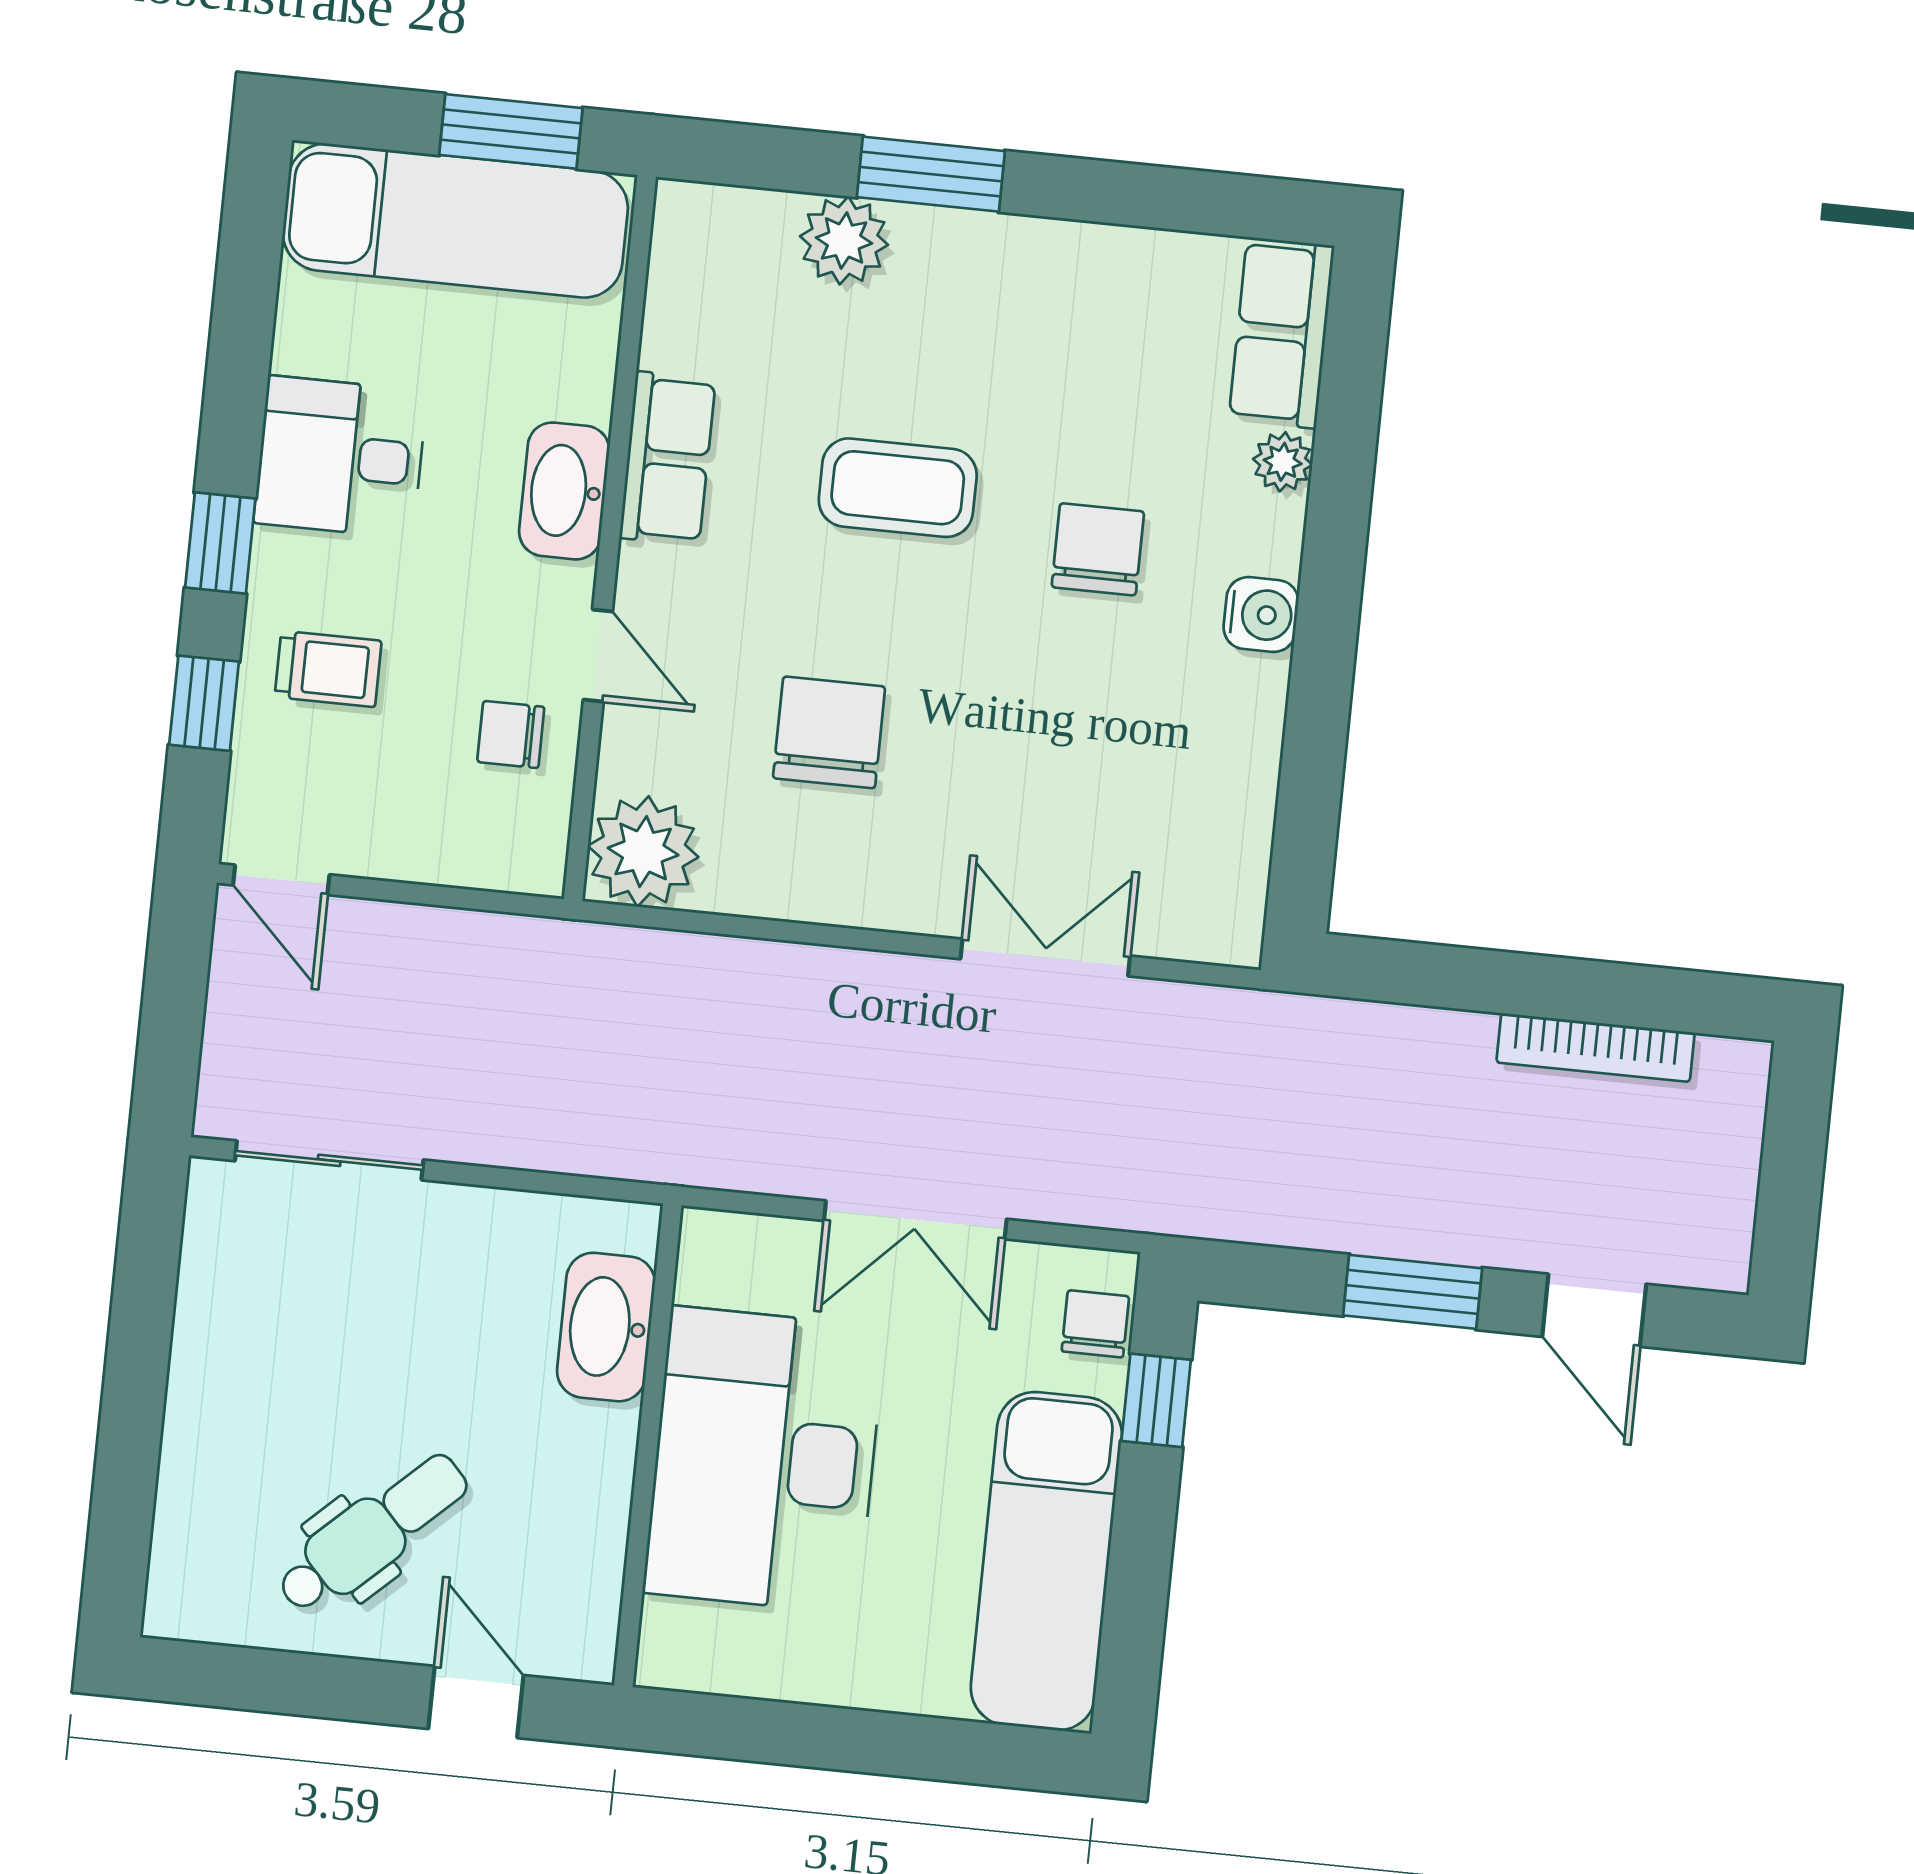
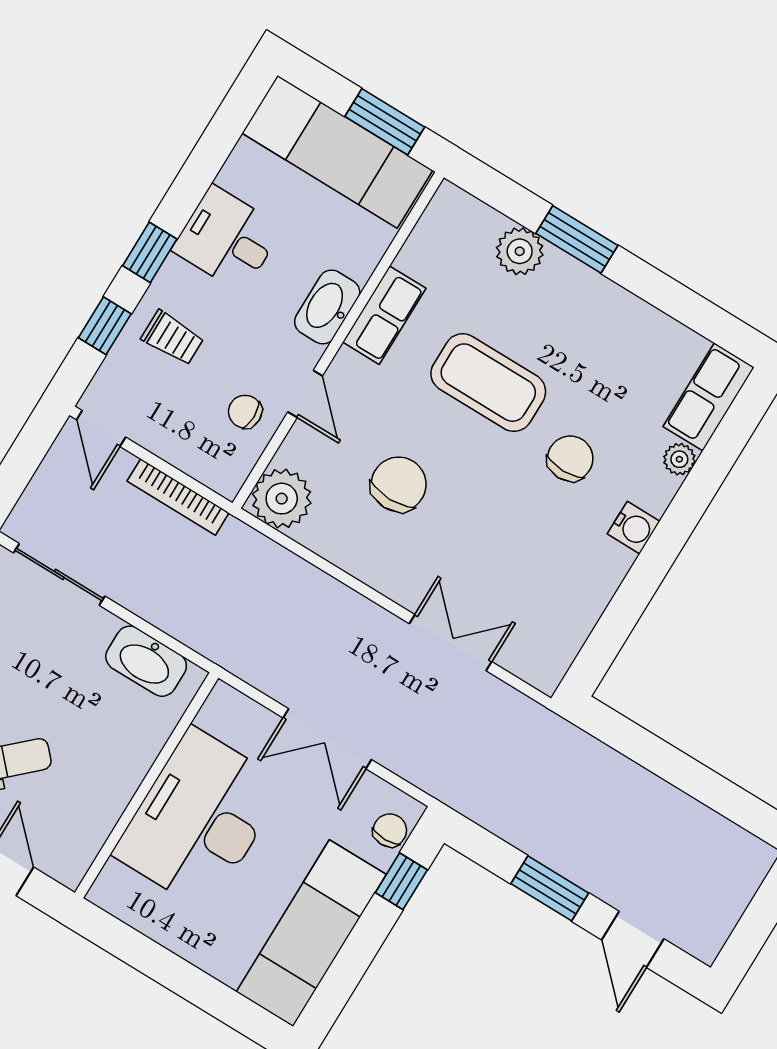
coffee table: (898, 488) -> (488, 383), width x1.36, depth x1.32
bookcase: (1595, 1048) -> (178, 497), moved
washbasin: (606, 1327) -> (146, 661), moved, turned -90

